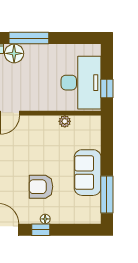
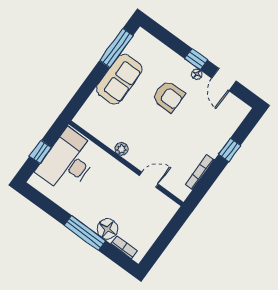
window: (107, 89) -> (41, 152), moved
plant: (65, 121) -> (122, 149), moved
floor lamp: (45, 219) -> (197, 74), moved

